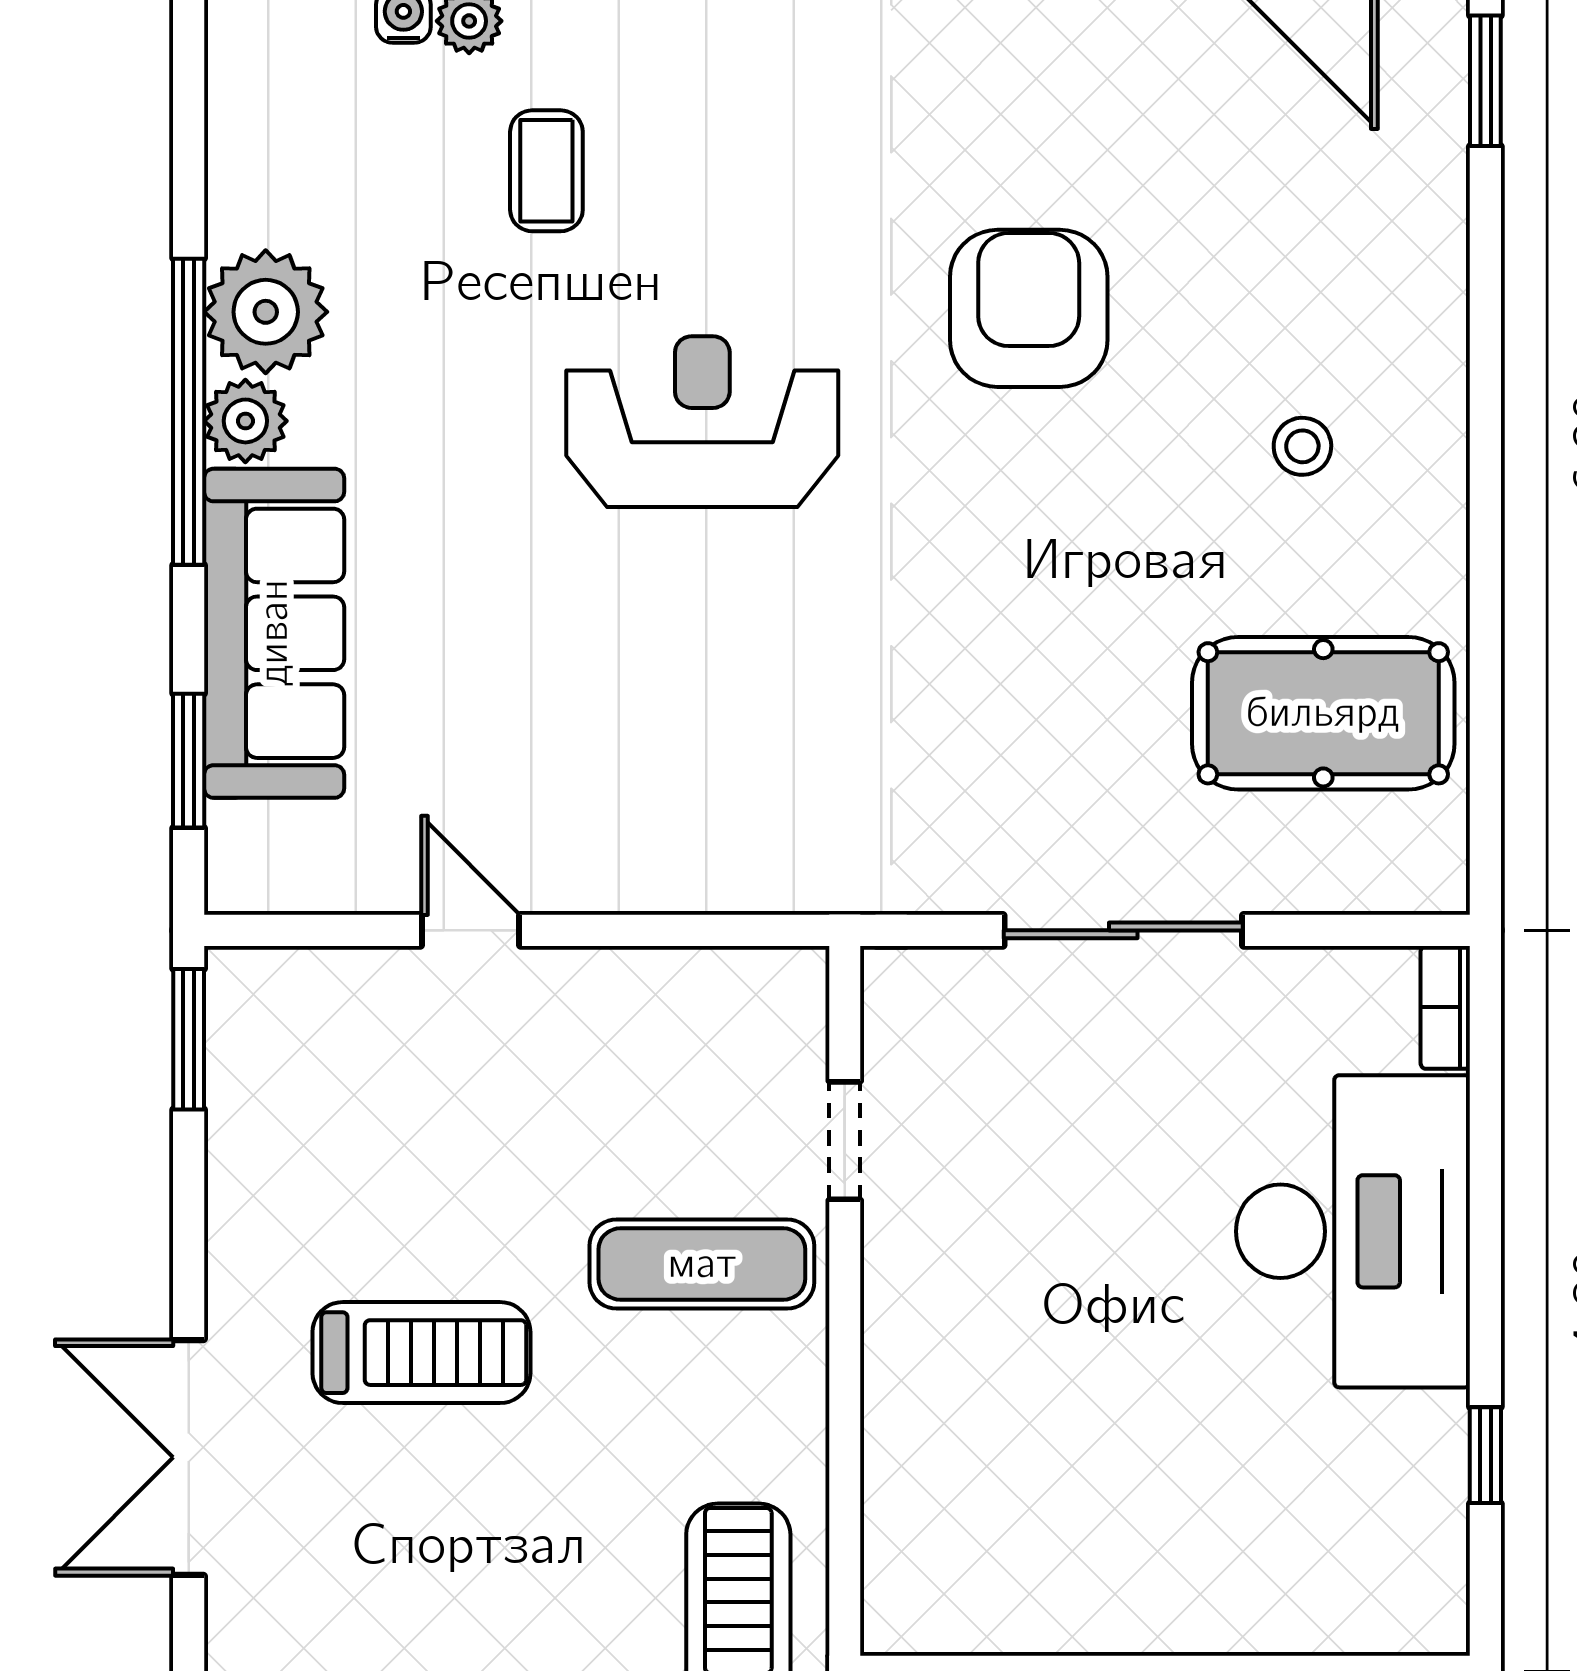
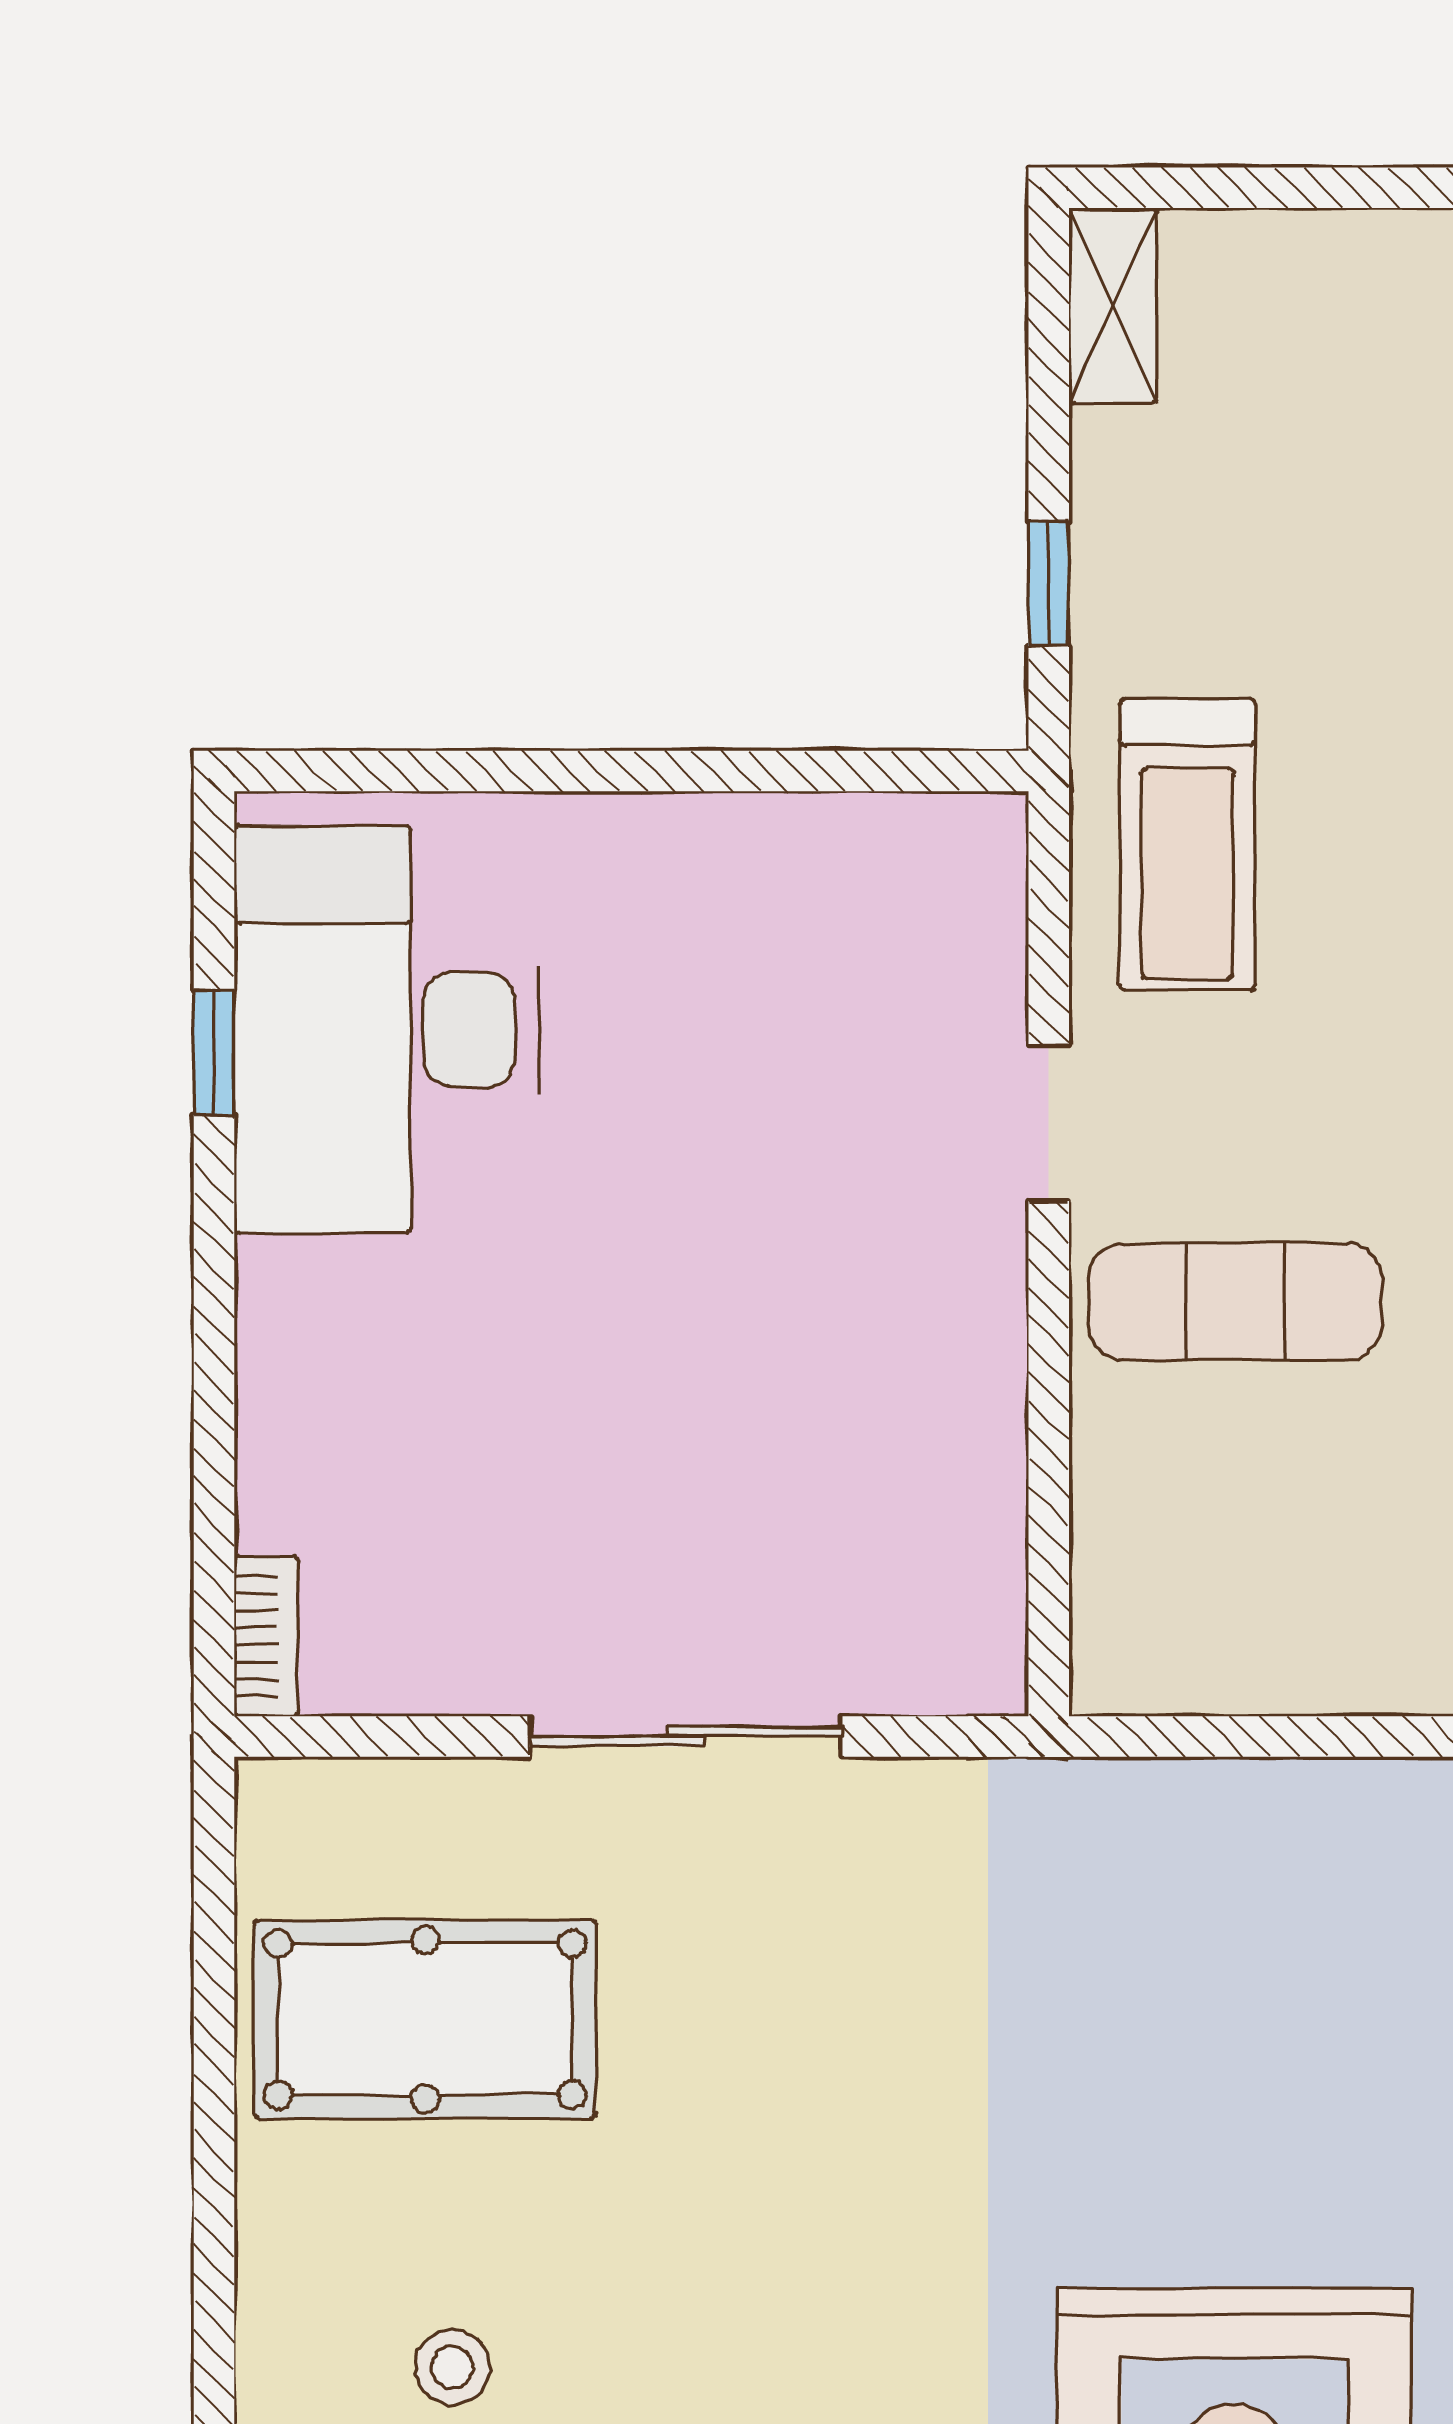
doorway: (845, 1141) -> (1049, 1123), moved
desk: (1353, 1231) -> (387, 1029), moved

